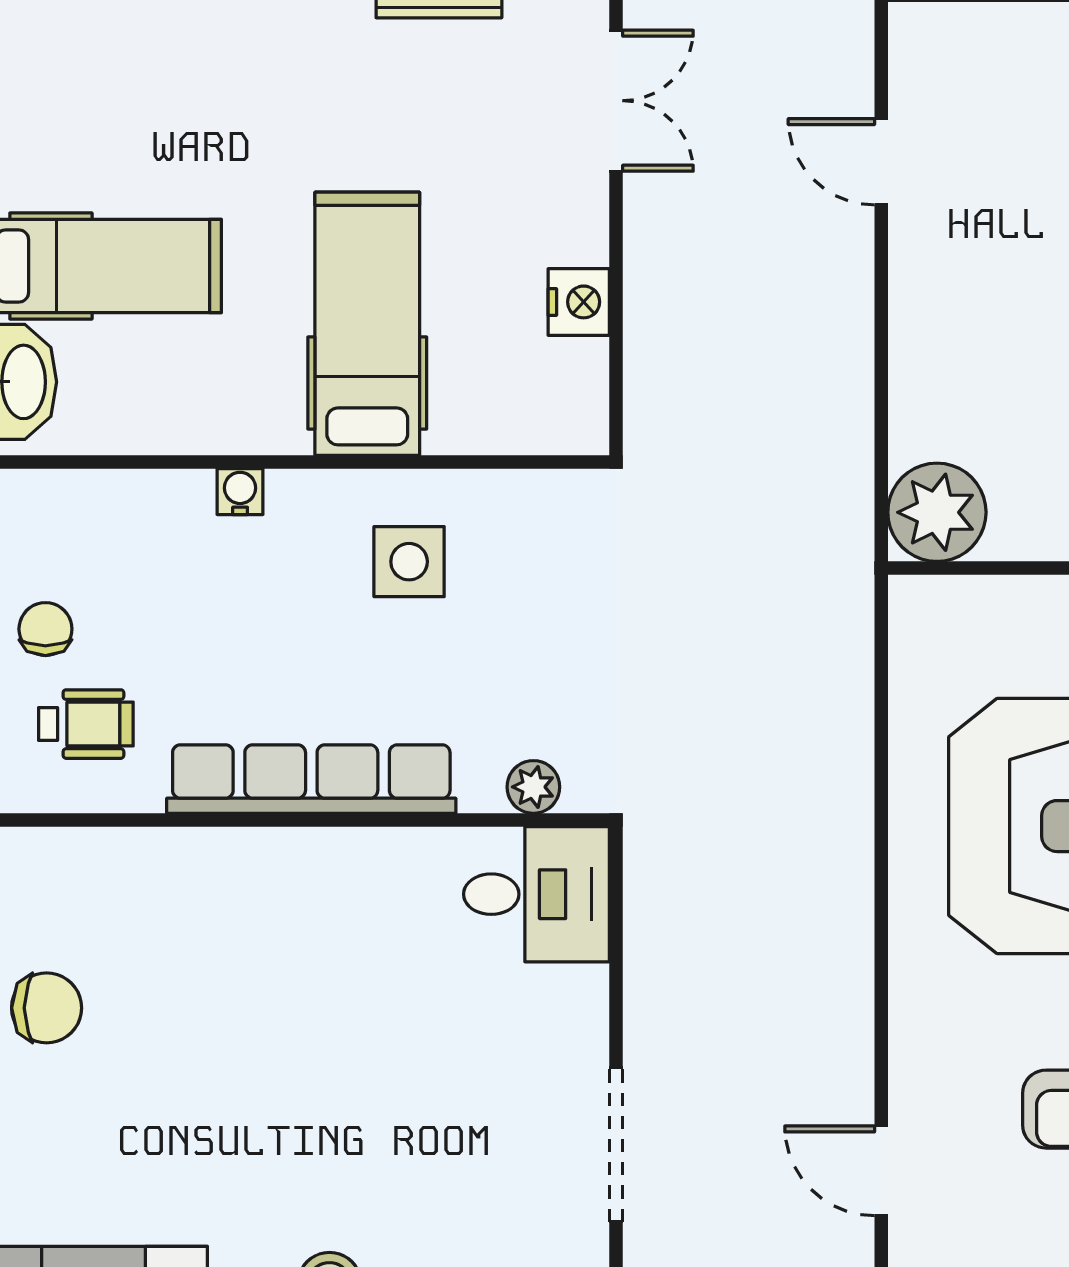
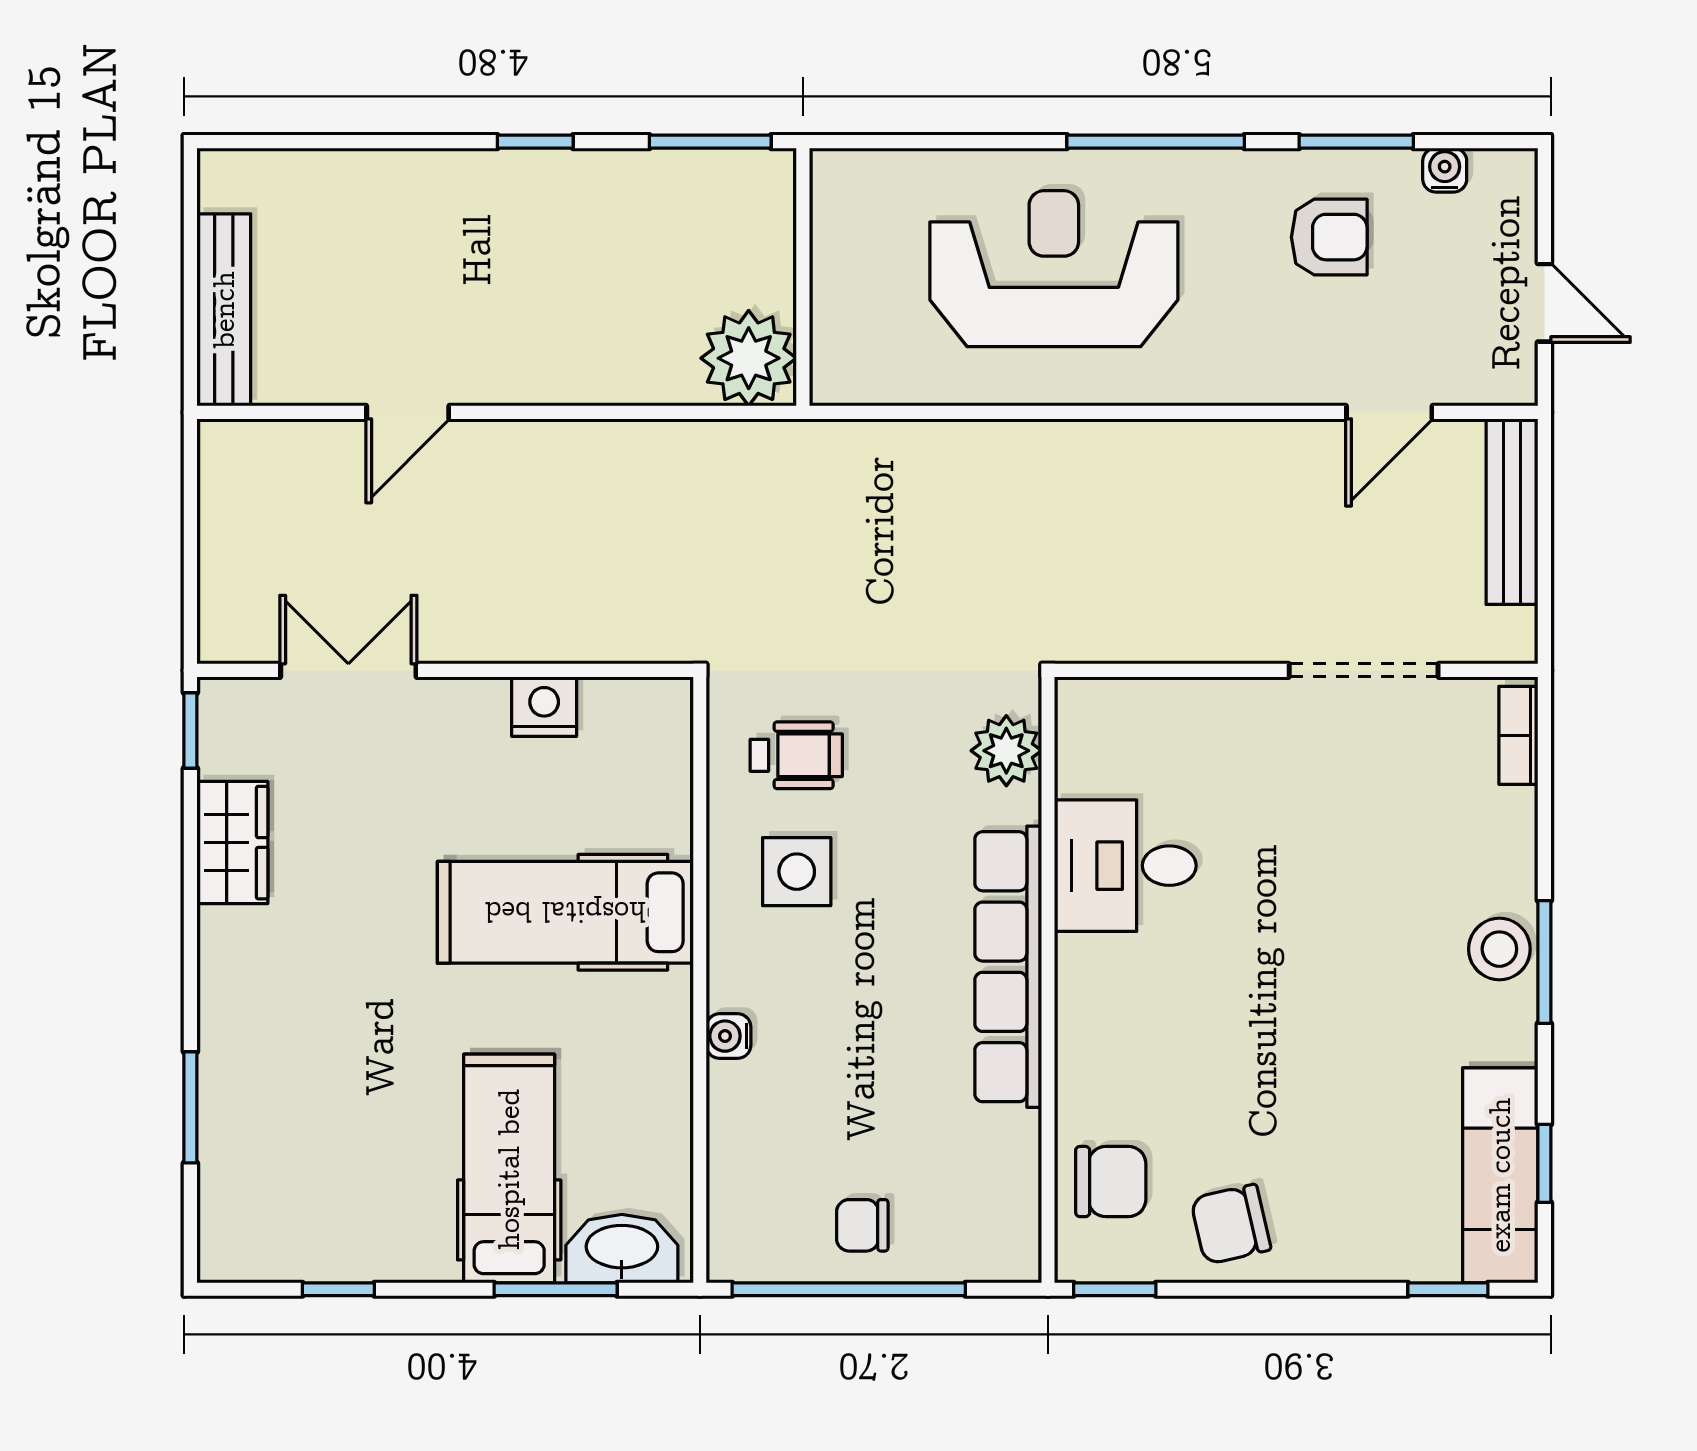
wheelchair: (86, 724) -> (796, 755), moved, turned 90
plant: (533, 787) -> (1006, 751), width x1.38, depth x1.38
chair: (90, 885) -> (1111, 1182), added
desk: (536, 894) -> (1125, 866), moved, turned -90
chair: (47, 1008) -> (1231, 1224), turned -103

